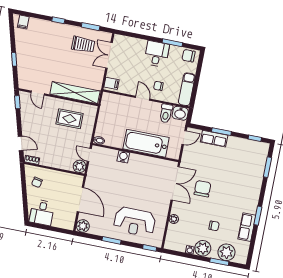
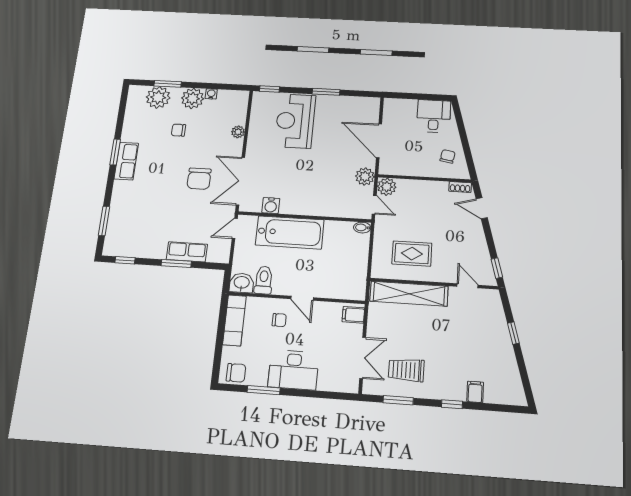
filing cabinet: (23, 22) -> (475, 392), moved
desk: (157, 54) -> (293, 370), width x1.37
door: (184, 138) -> (235, 229), moved
water cooler: (123, 157) -> (271, 206), moved
reception desk: (135, 222) -> (295, 121), turned -90
plant: (83, 226) -> (365, 177), moved
row of seats: (247, 227) -> (126, 161), moved

